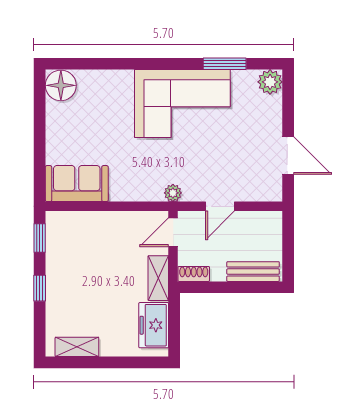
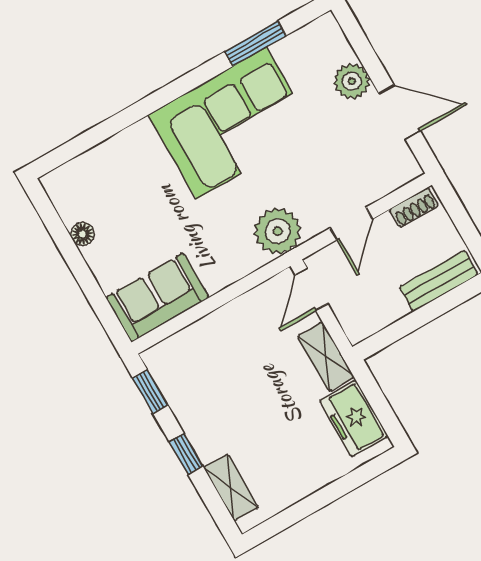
plant: (270, 82) -> (352, 81), moved
floor lamp: (61, 85) -> (82, 234), moved, width x0.53, depth x0.53
plant: (173, 193) -> (278, 231), width x1.88, depth x1.88
shoe rack: (194, 274) -> (414, 208), moved, turned 180
shelving: (77, 347) -> (231, 487), moved, turned 90

